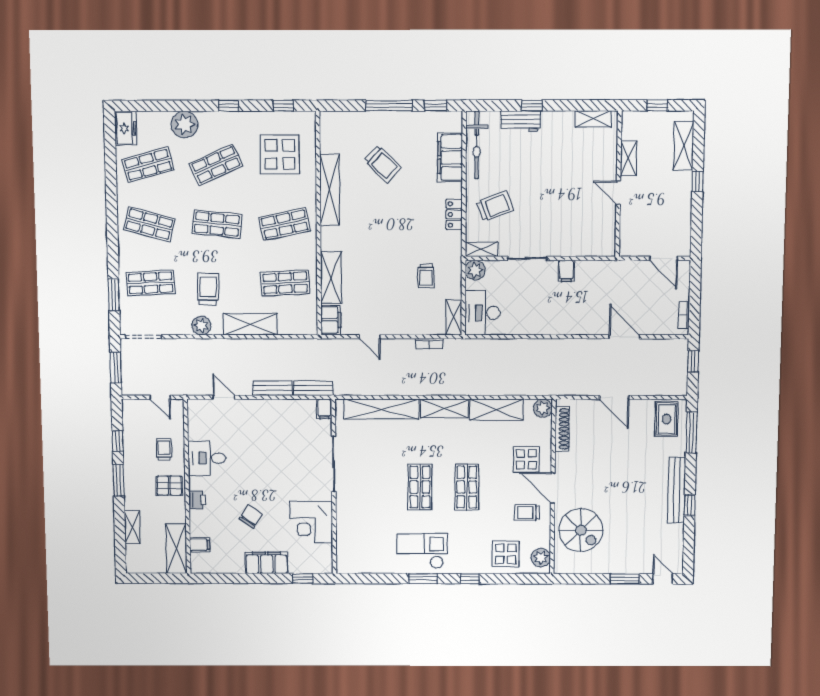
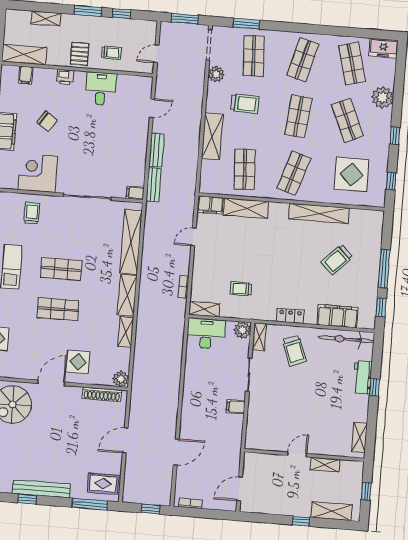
shop shelf: (285, 224) -> (294, 173), turned 30
plant: (201, 326) -> (216, 74), moved
shelving: (496, 410) -> (126, 332), width x0.67, depth x0.75
trolley: (527, 512) -> (32, 213), moved

